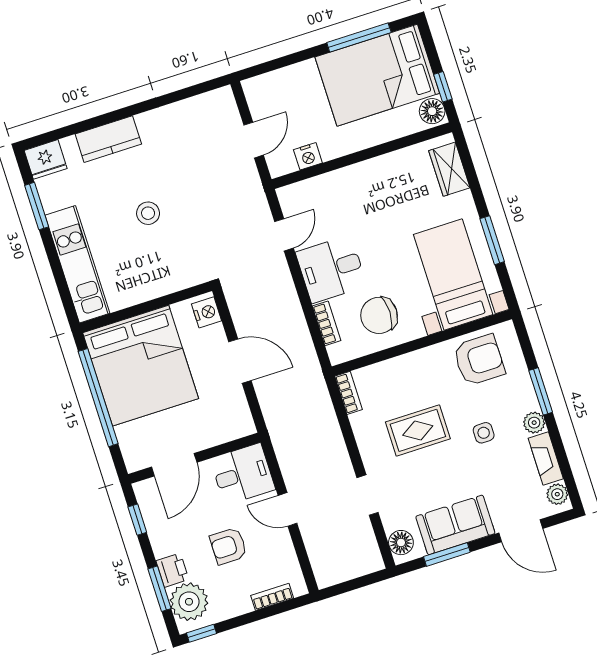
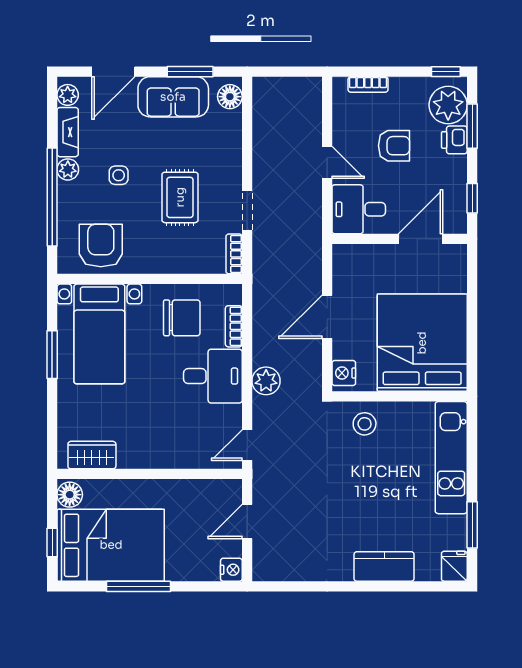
window: (359, 38) -> (138, 586), moved
window: (443, 87) -> (52, 542), moved
nightstand: (308, 156) -> (231, 570), moved, turned 90
fridge: (46, 159) -> (454, 566), width x0.72
wardrobe: (449, 169) -> (92, 455), moved, turned -90
stool: (148, 213) -> (365, 424), moved
door: (284, 235) -> (247, 445), moved
plant: (279, 281) -> (266, 381), added
armchair: (479, 360) -> (101, 245), turned 90
door: (240, 361) -> (327, 317), hinge flipped
window: (541, 391) -> (52, 197), width x2.11
window: (98, 398) -> (472, 325), removed
rug: (418, 430) -> (180, 197), turned 90
doorway: (368, 495) -> (247, 211), moved
door: (521, 531) -> (113, 72), swing flipped

